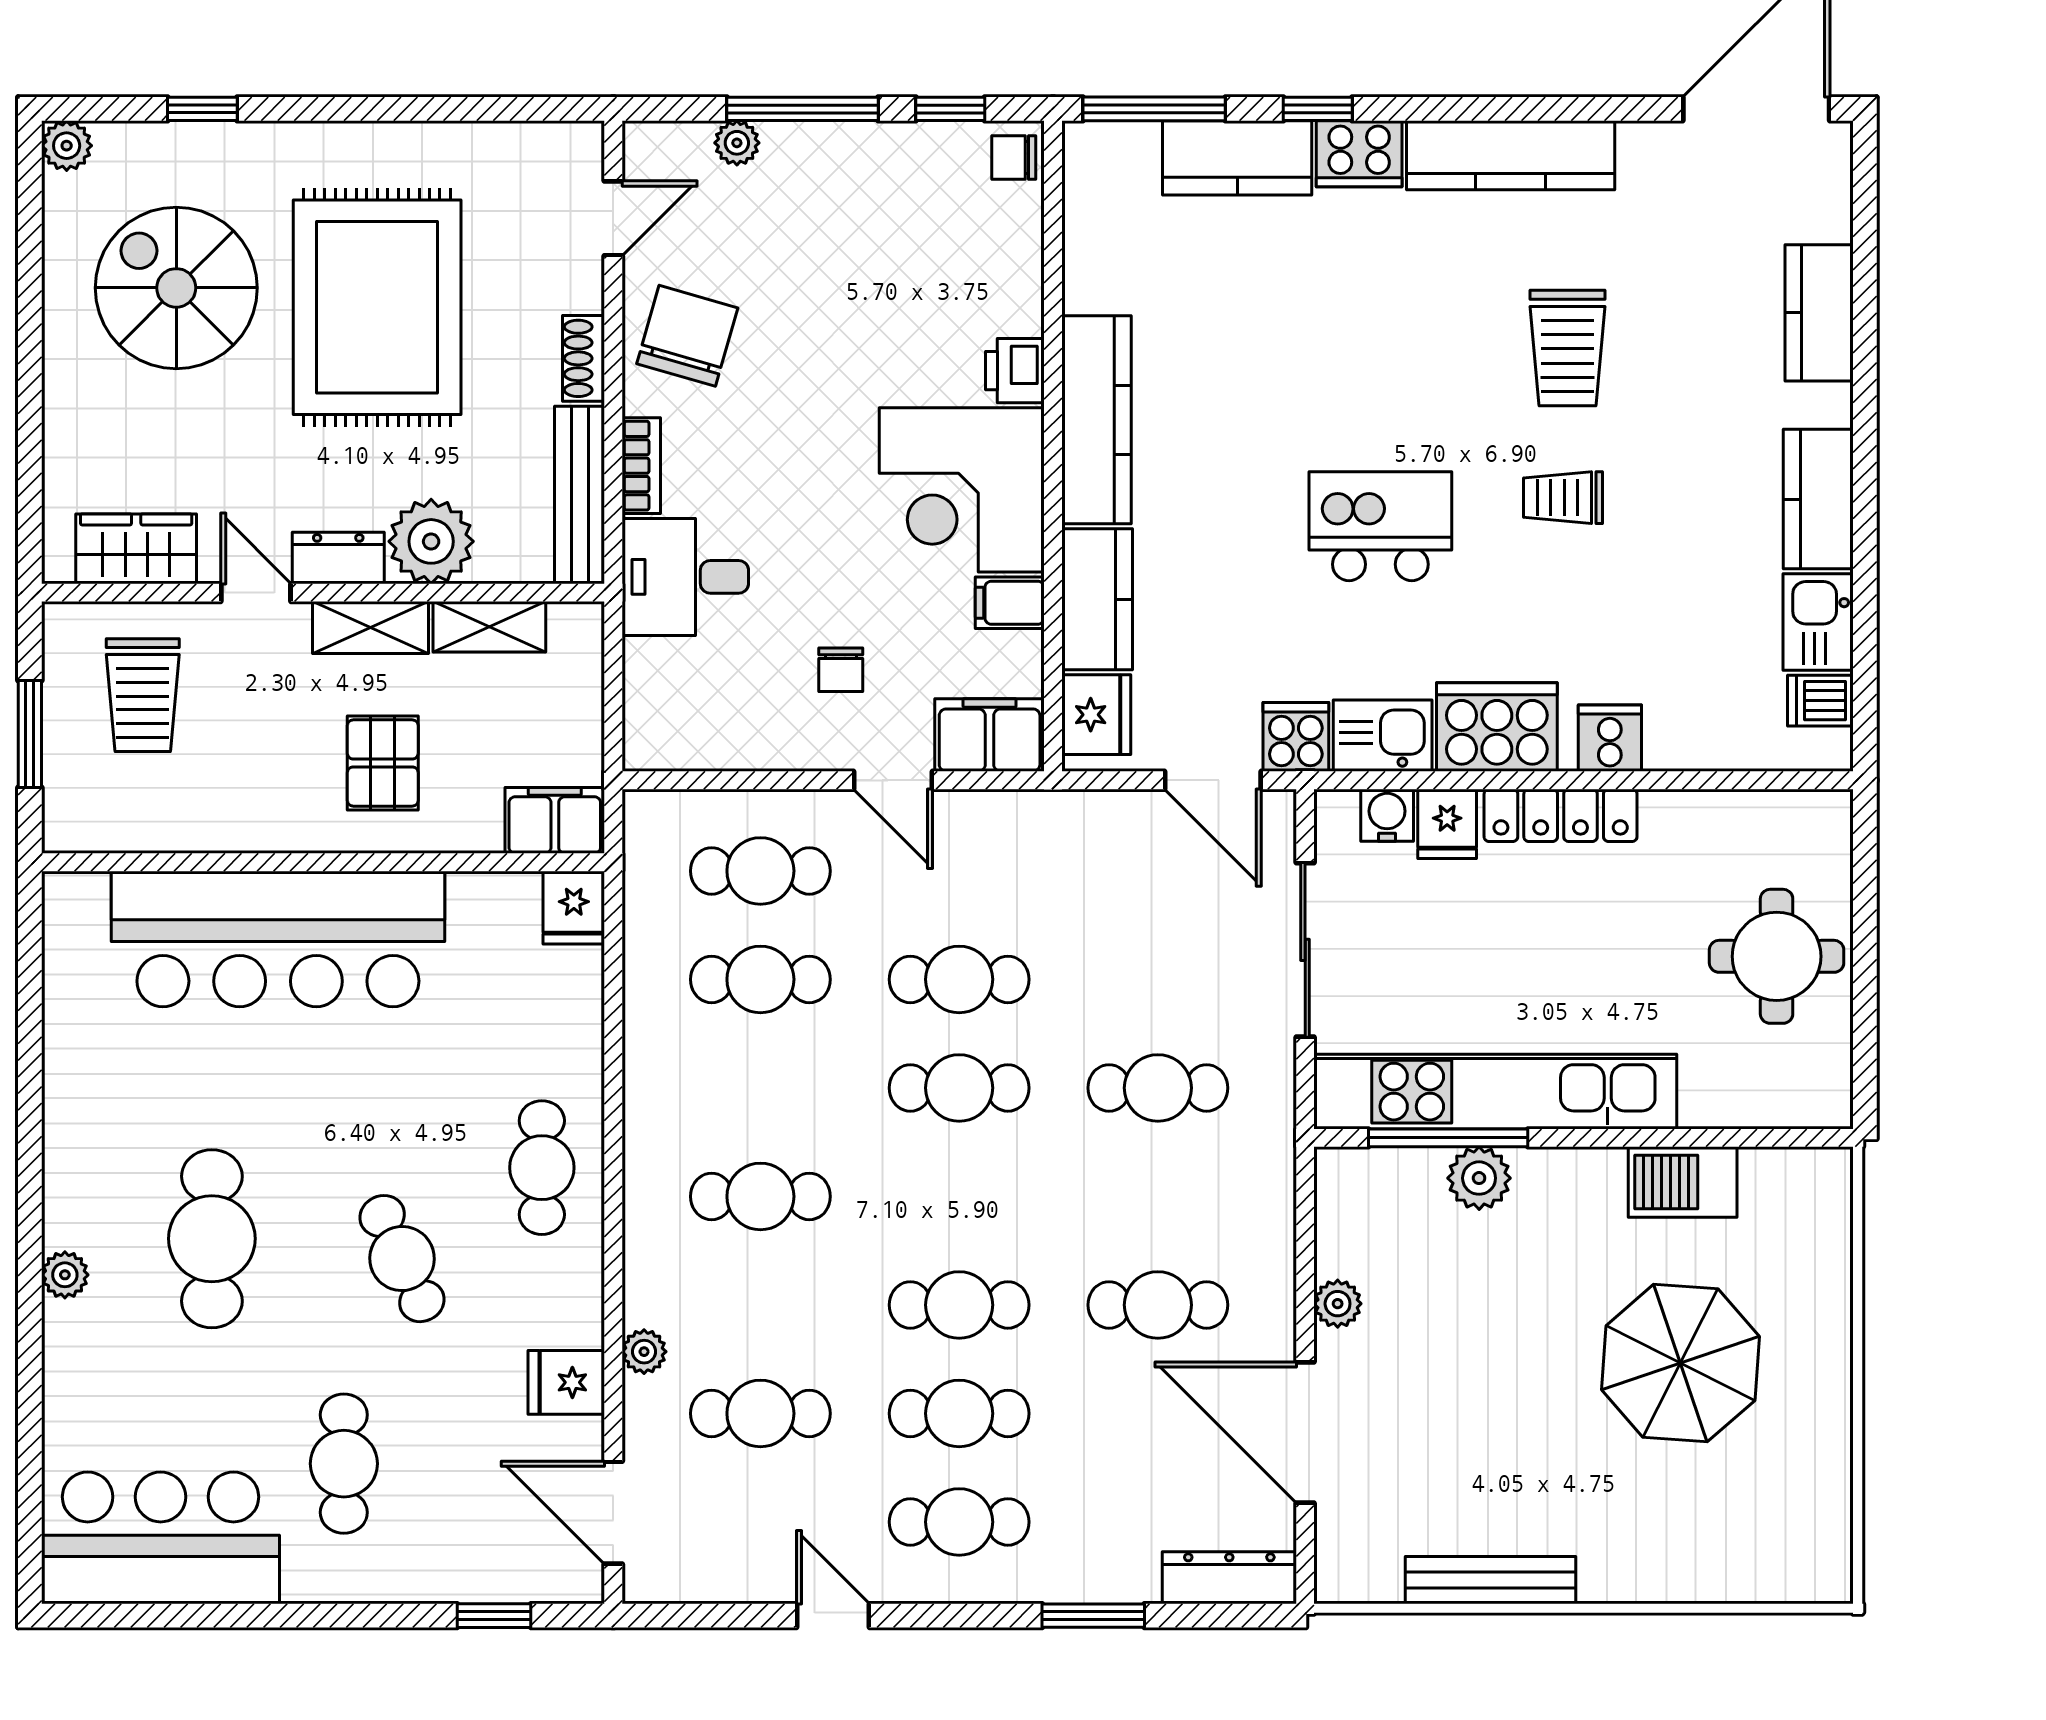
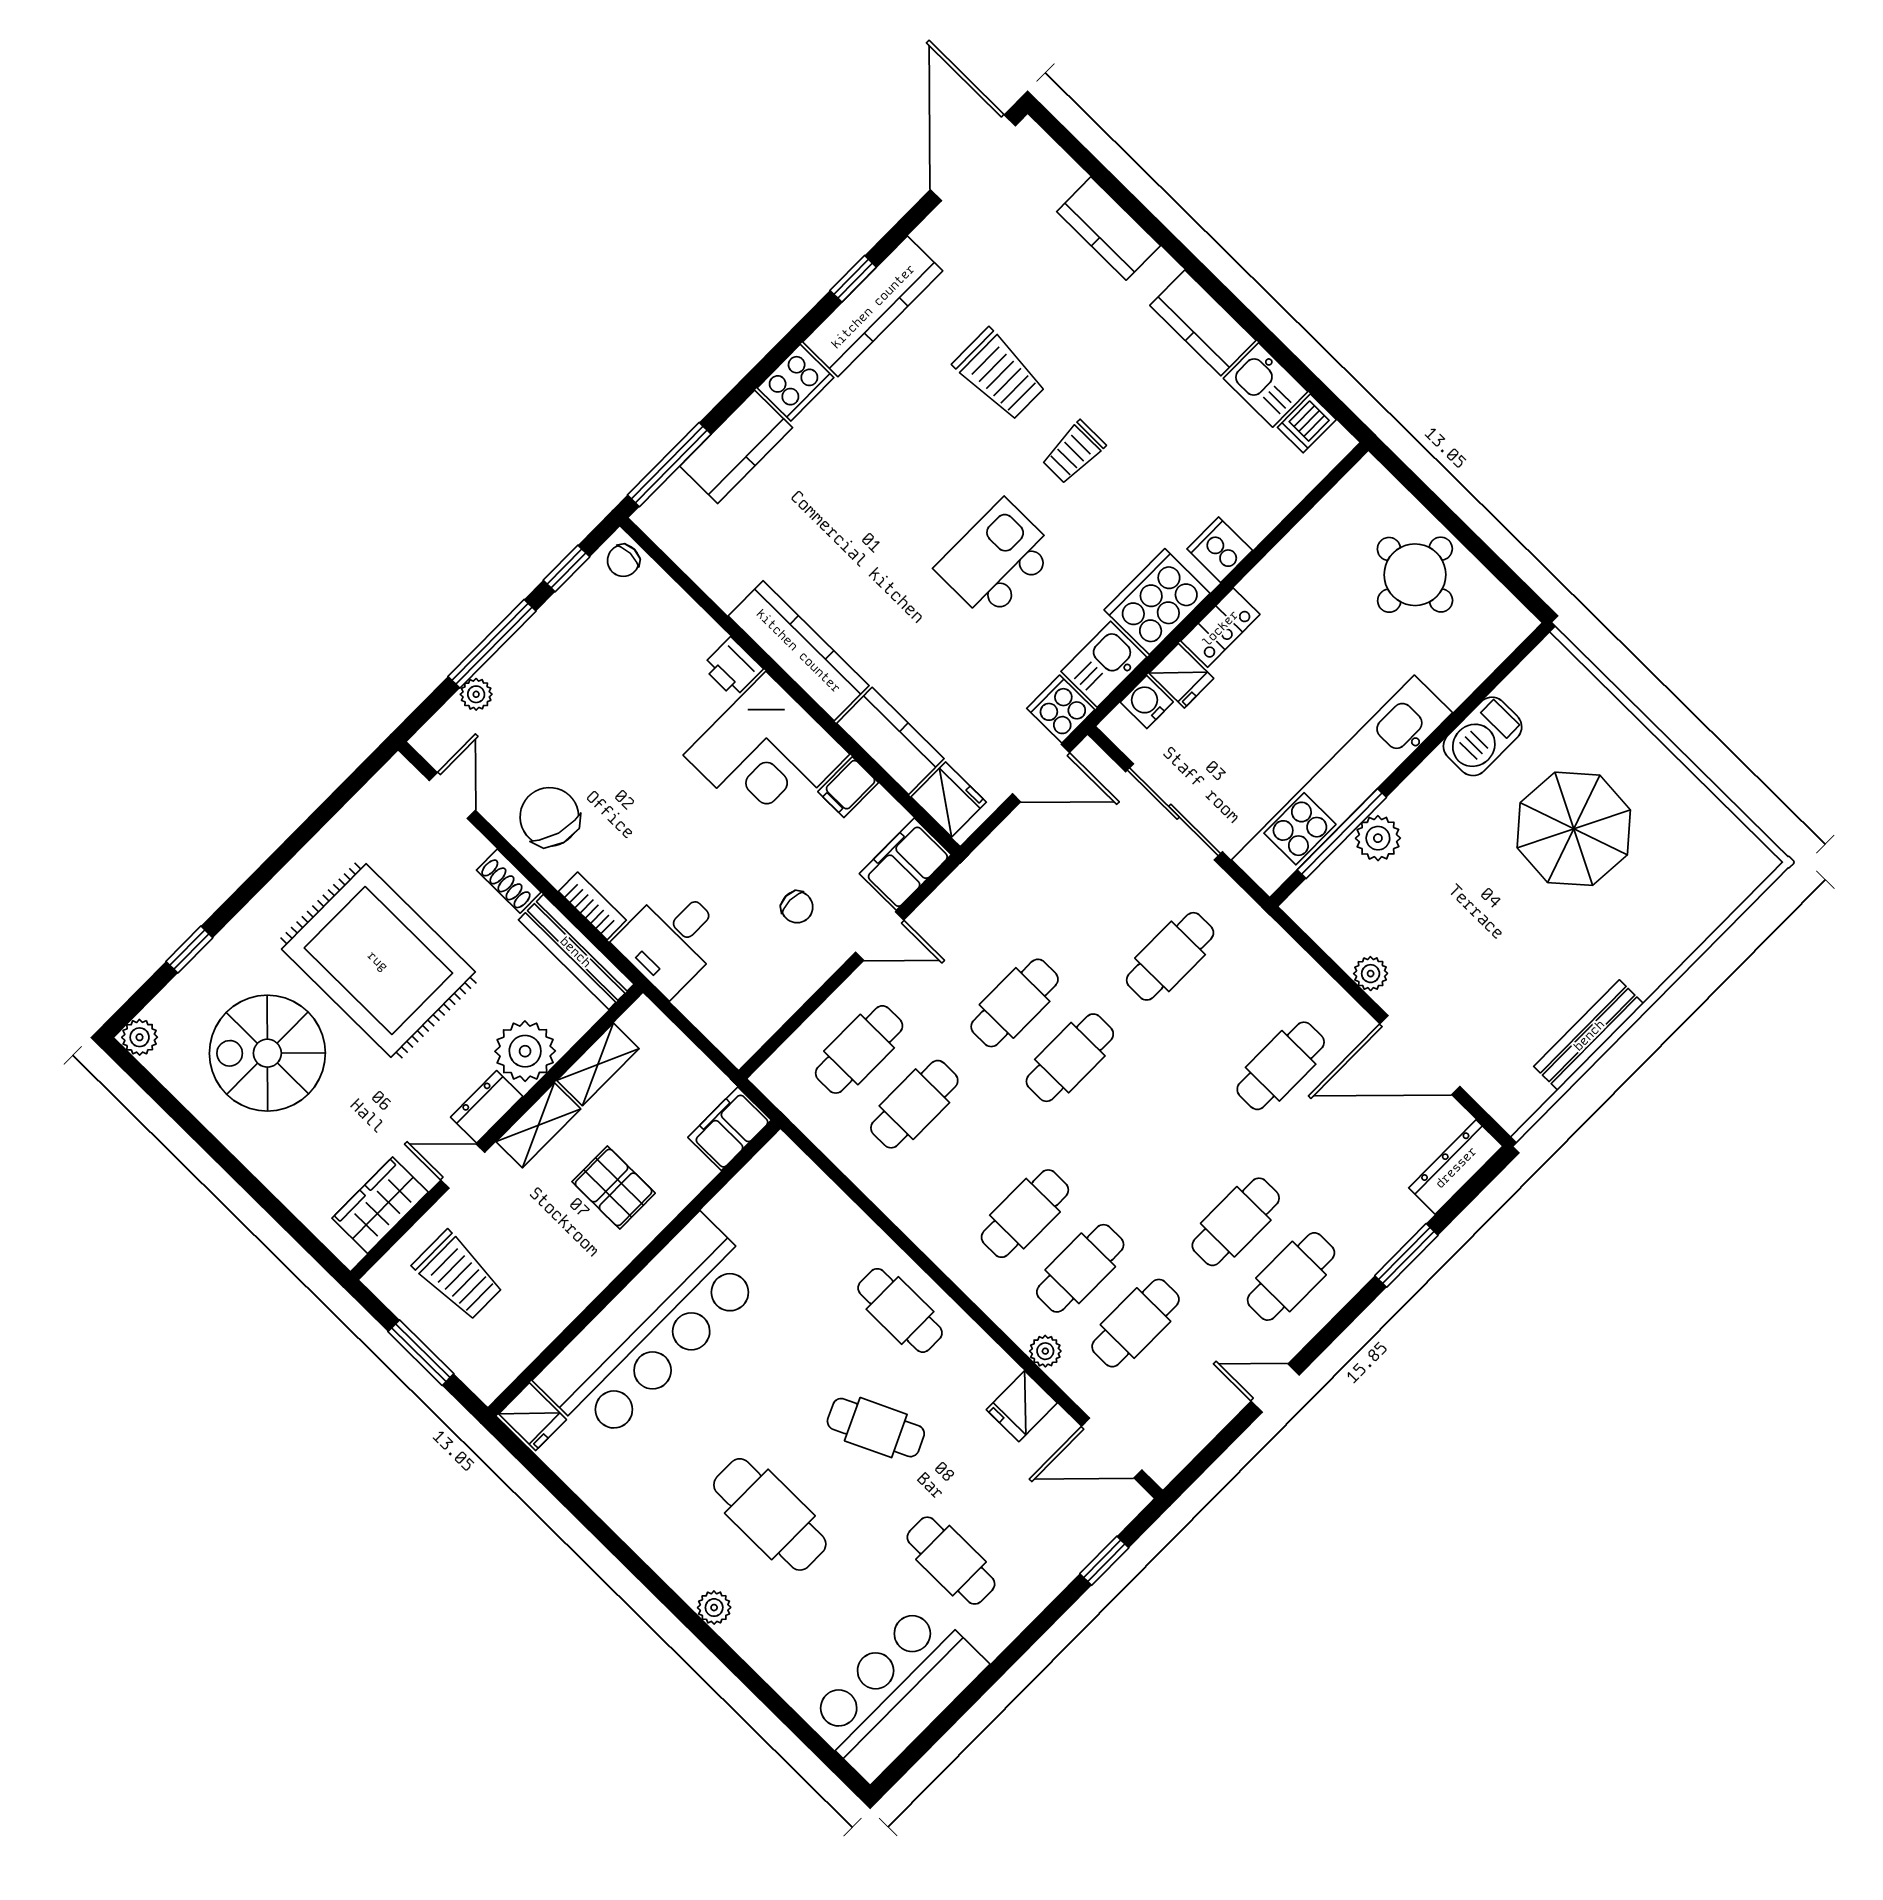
window: (1318, 109) -> (853, 279), moved
locker: (1561, 815) -> (1220, 628), width x0.66
fridge: (574, 908) -> (533, 1417), moved
cafe table: (959, 1305) -> (1080, 1268), moved

